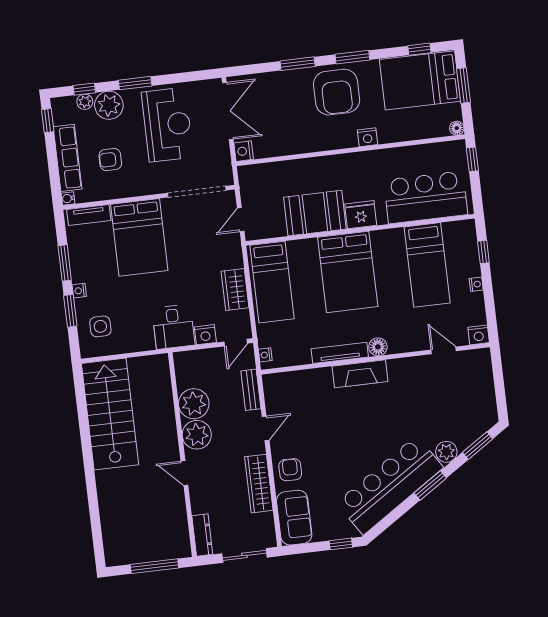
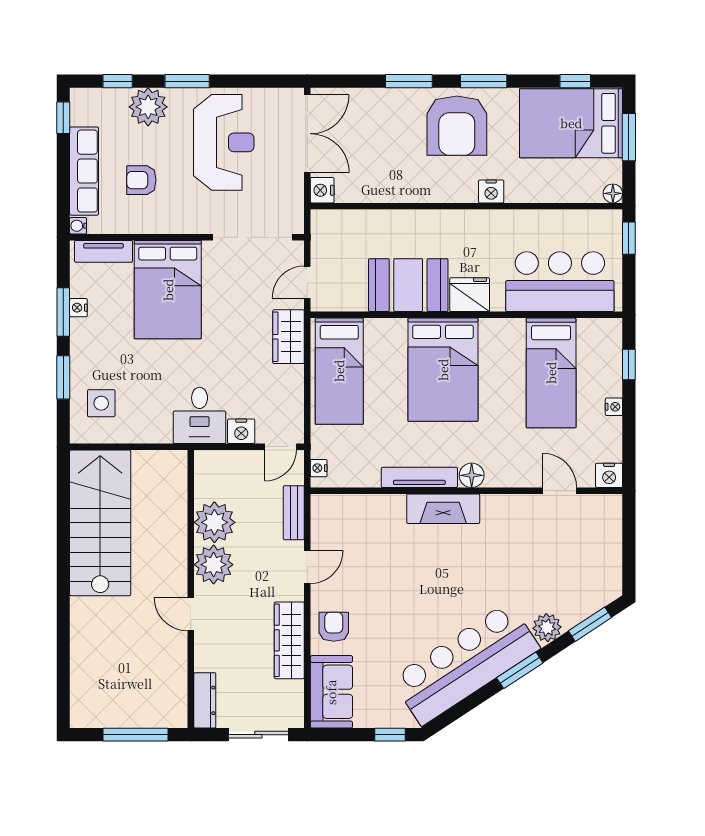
plant: (85, 102) -> (116, 98), removed
wardrobe: (235, 289) -> (288, 337), moved
nightstand: (79, 291) -> (78, 308), moved

